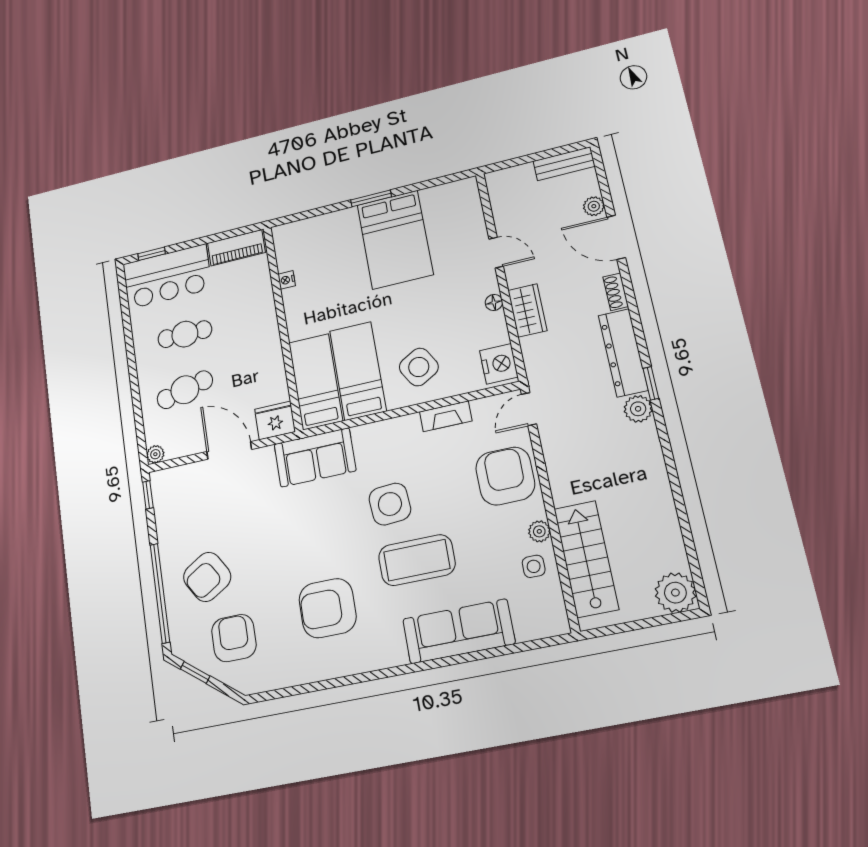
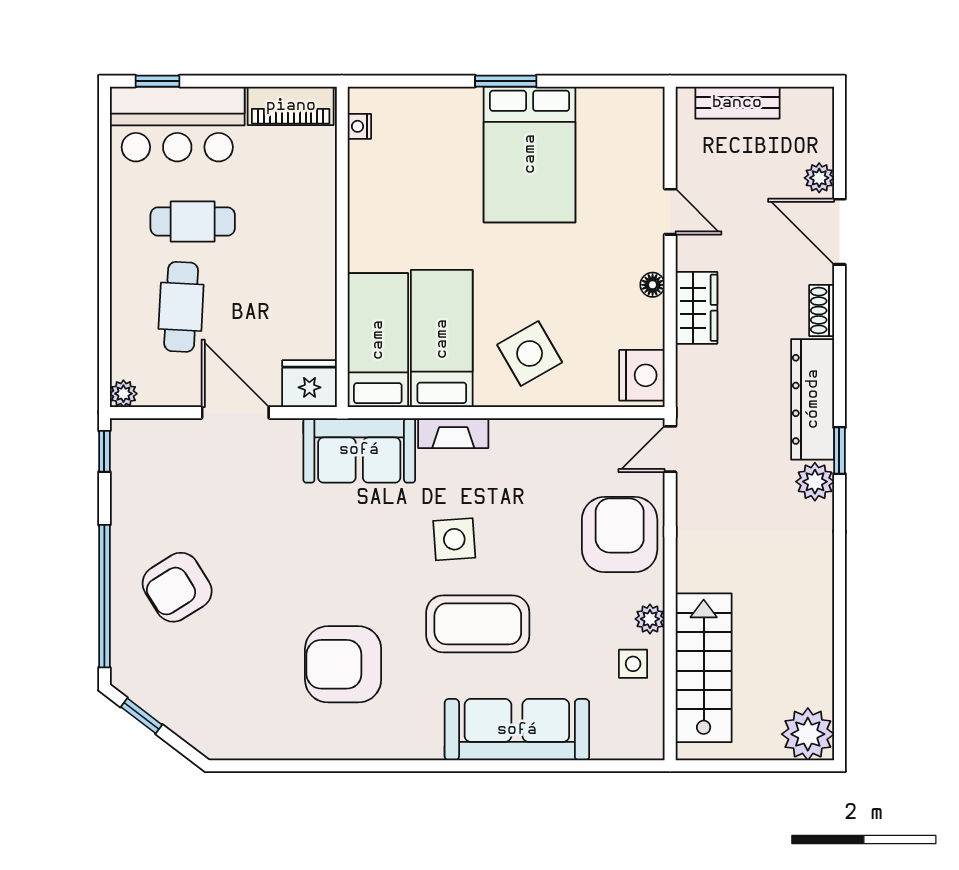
bench: (564, 164) -> (737, 103), moved
nightstand: (287, 280) -> (359, 126), moved
cafe table: (185, 390) -> (181, 307), turned -73
fireplace: (446, 416) -> (453, 433), moved
side table: (390, 504) -> (454, 539), width x0.73, depth x0.73
armchair: (234, 638) -> (204, 679), removed

